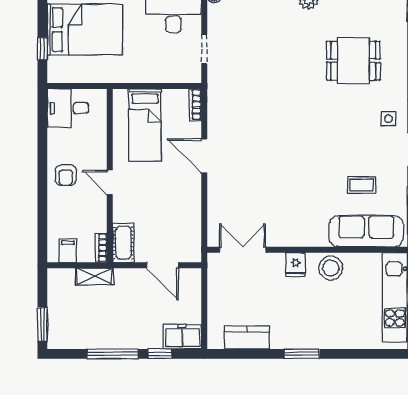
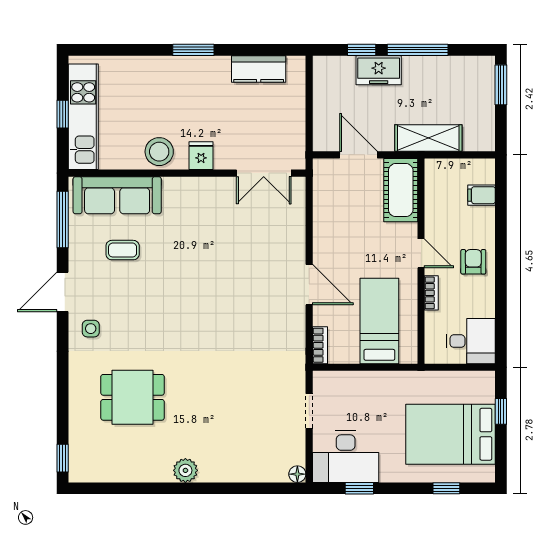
cot: (123, 243) -> (401, 190), width x1.37, depth x1.34
bookcase: (101, 248) -> (431, 293), moved
filing cabinet: (68, 251) -> (482, 195), moved, turned 90
shelving: (94, 277) -> (428, 138), width x1.50, depth x1.33
freezer: (182, 337) -> (379, 70), moved

